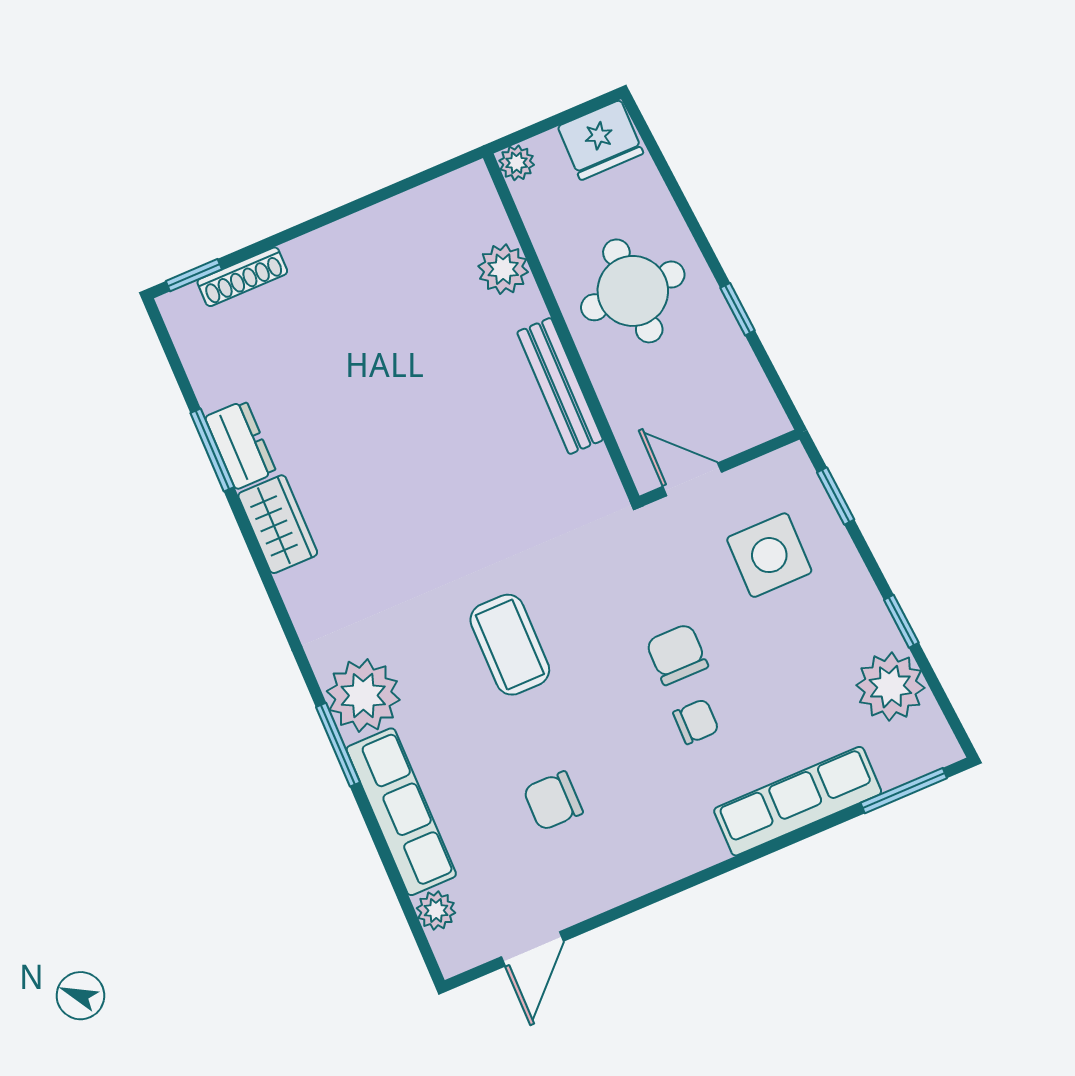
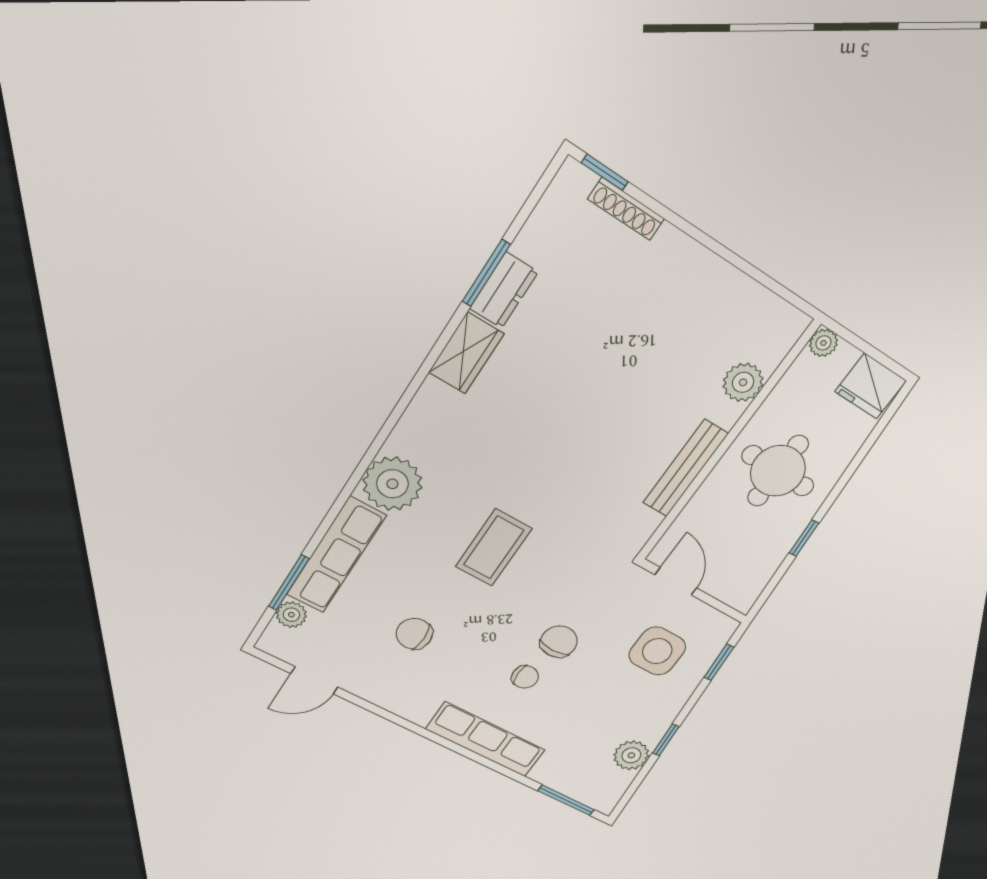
plant: (890, 687) -> (631, 755), width x0.73, depth x0.73
window: (338, 745) -> (289, 583), moved
row of seats: (798, 801) -> (485, 740), moved

